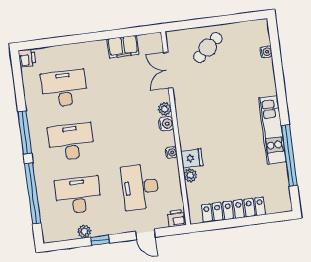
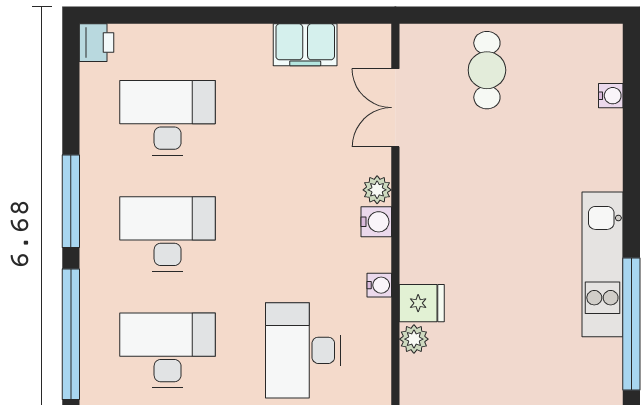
cafe table: (208, 48) -> (487, 70), turned -49

